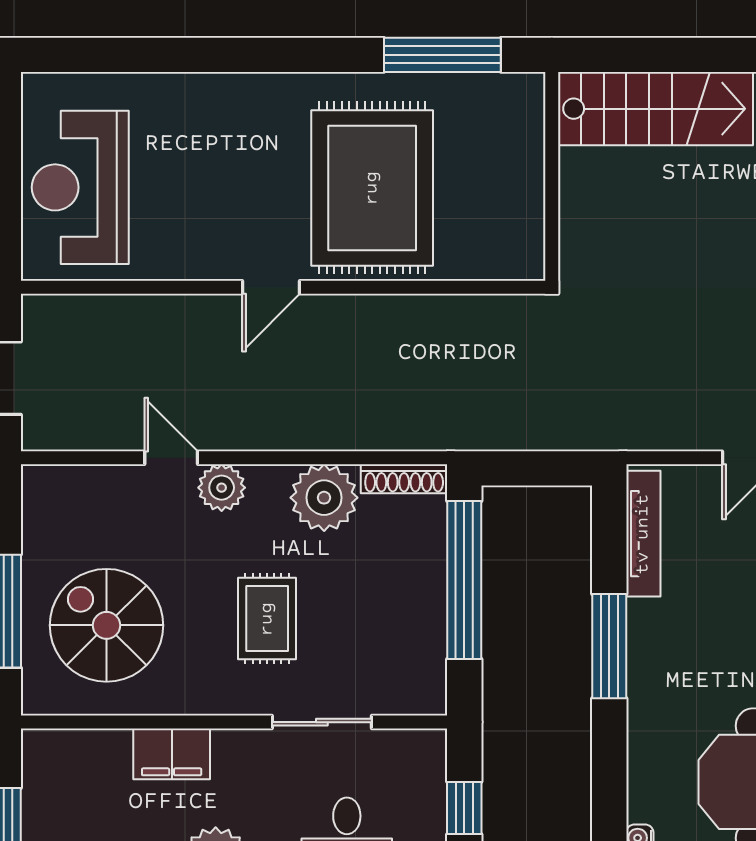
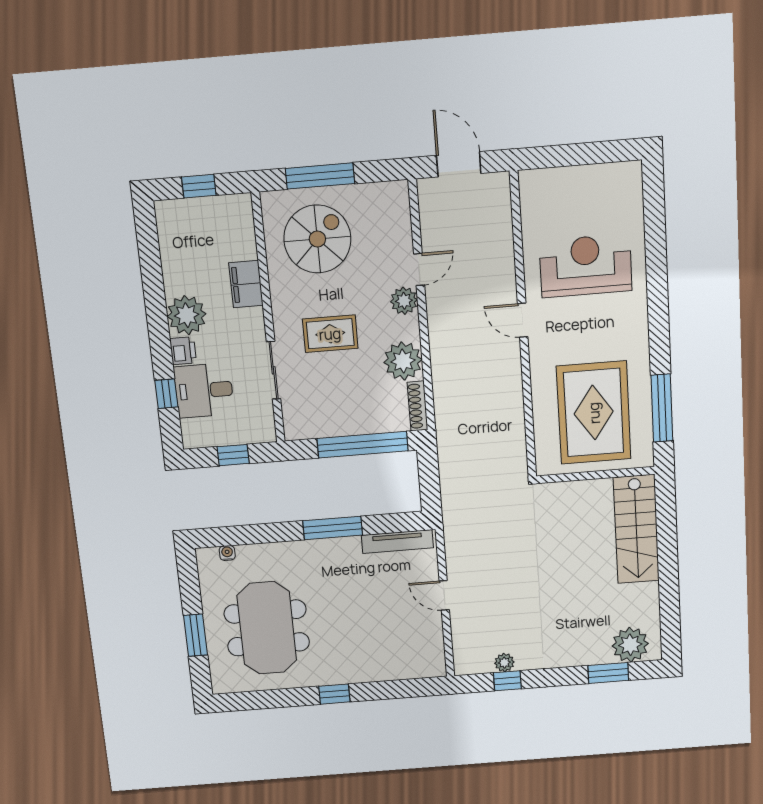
reception desk: (80, 187) -> (586, 266), moved
rug: (372, 188) -> (594, 413), moved, turned 90

